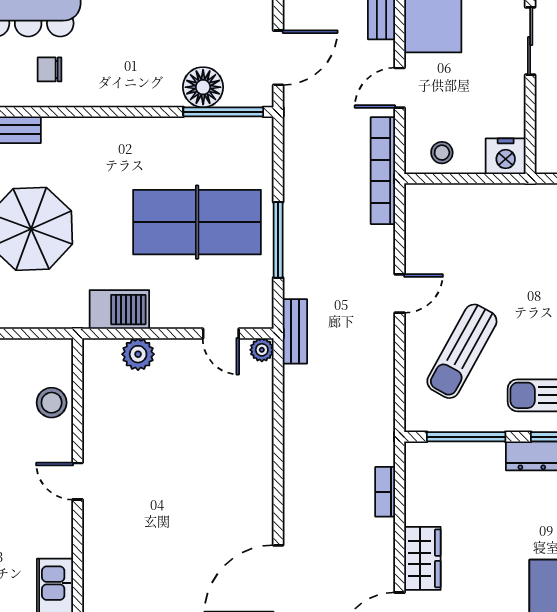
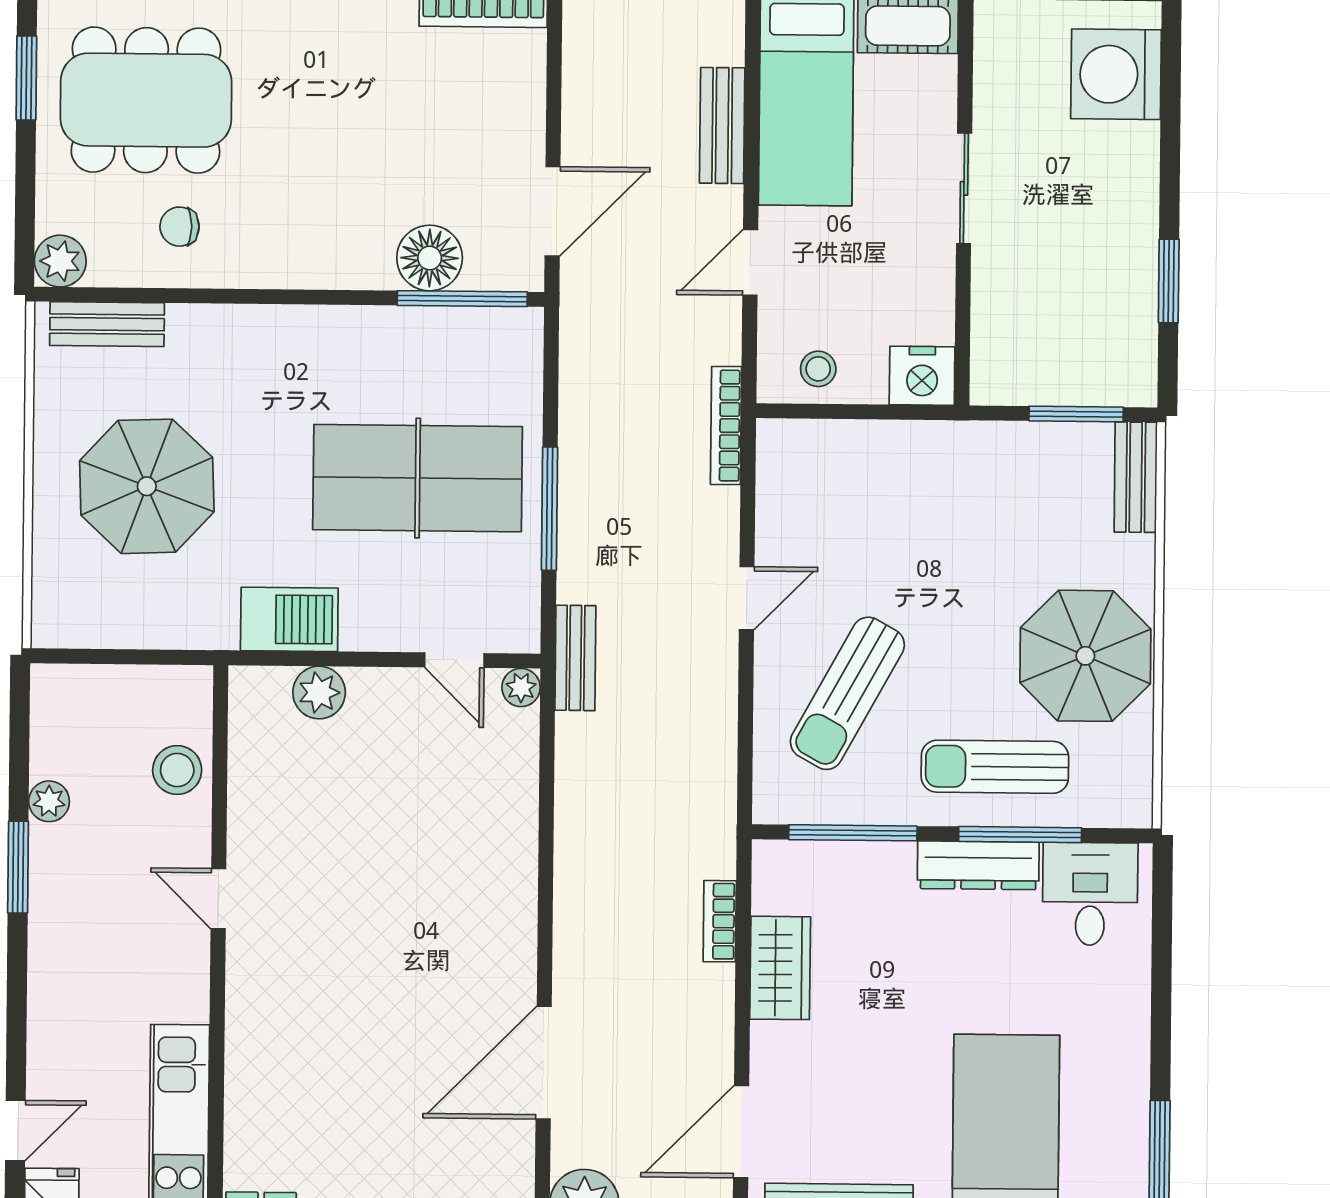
bookcase: (383, 171) -> (726, 426), width x0.68, depth x0.76
wardrobe: (422, 558) -> (780, 968), moved

